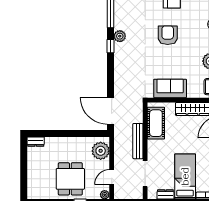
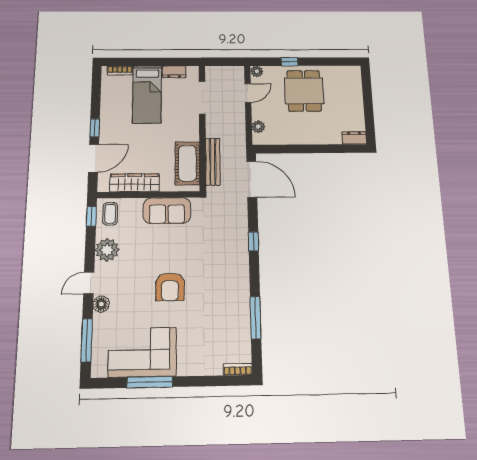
plant: (120, 36) -> (241, 284), removed
window: (111, 46) -> (253, 241), moved
bench: (138, 141) -> (213, 162), moved
plant: (101, 151) -> (258, 127), width x0.53, depth x0.53

